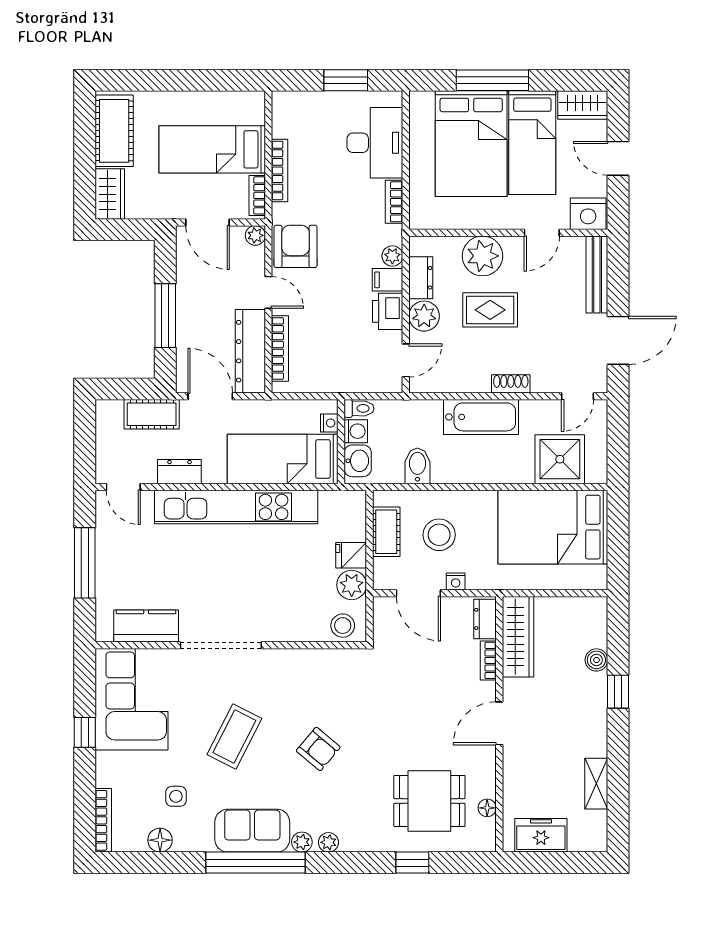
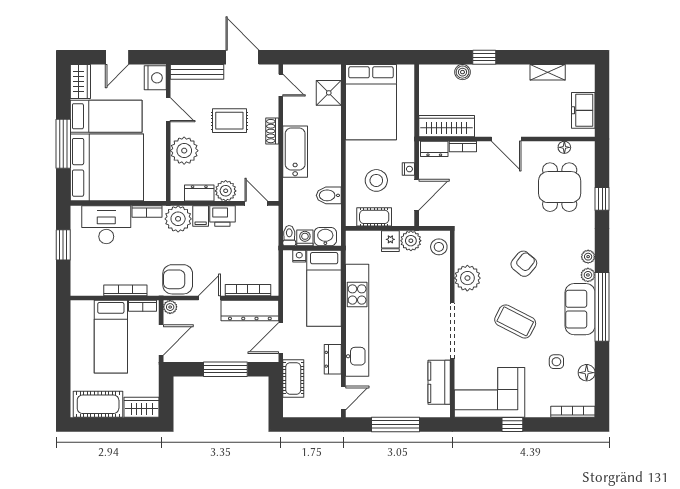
bed: (471, 144) -> (107, 167), width x1.36
plant: (392, 256) -> (178, 219), width x1.88, depth x1.88
rug: (490, 310) -> (229, 121), moved, turned 90
shower: (560, 459) -> (329, 93), width x0.73, depth x0.73
plant: (297, 667) -> (467, 278), added

